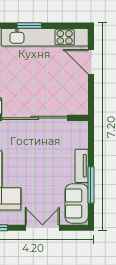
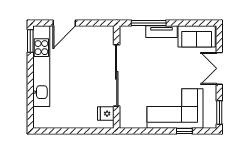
window: (29, 25) -> (30, 41), moved
window: (91, 185) -> (149, 23), moved

